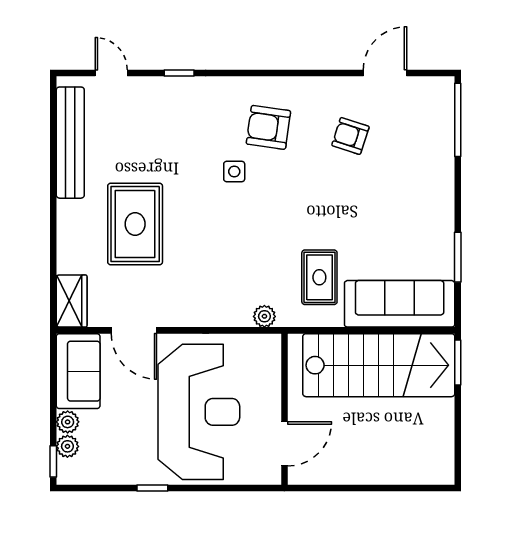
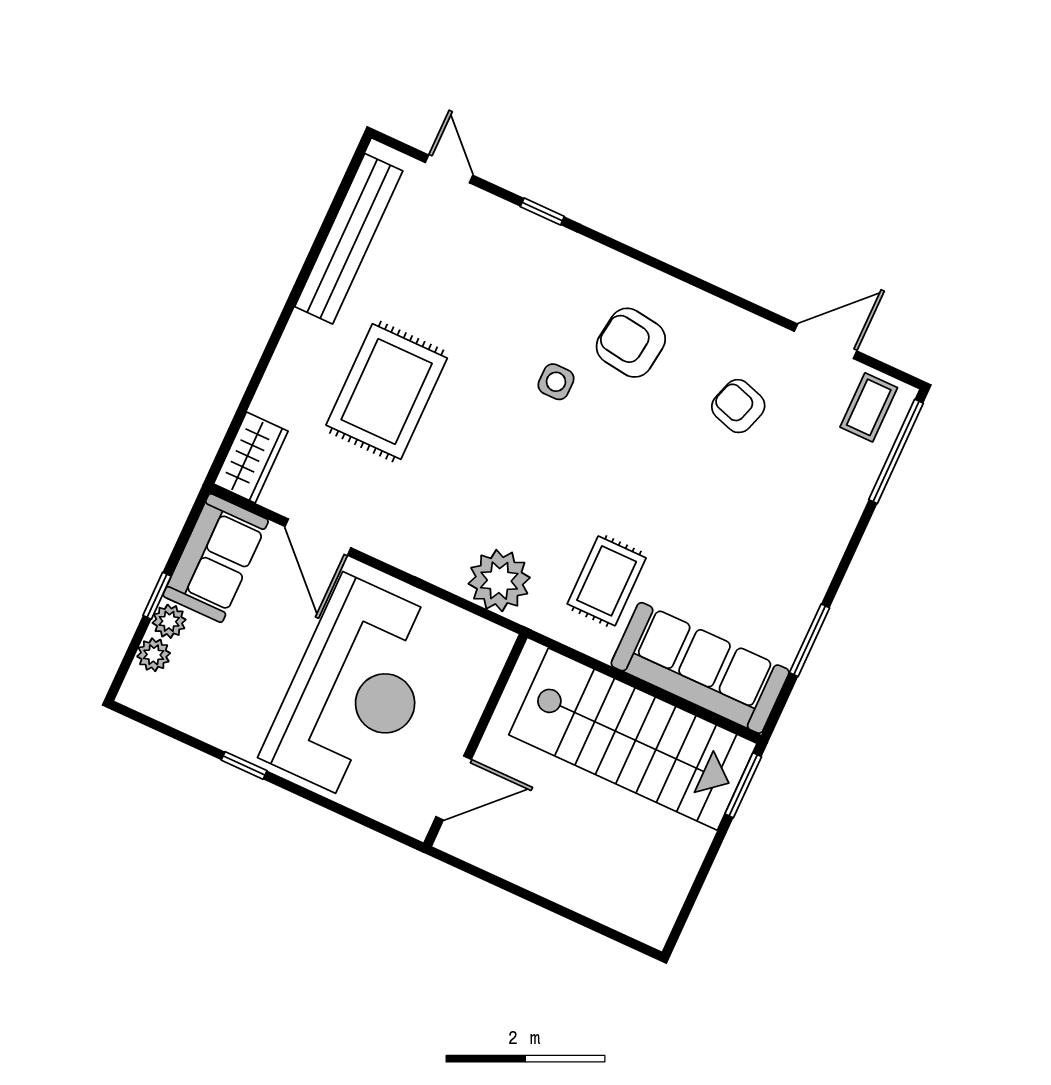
coffee table: (429, 101) -> (869, 407), added
plant: (264, 316) -> (499, 581), width x1.88, depth x1.88
window: (53, 461) -> (157, 596), moved

